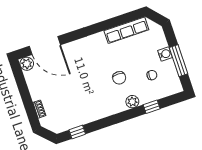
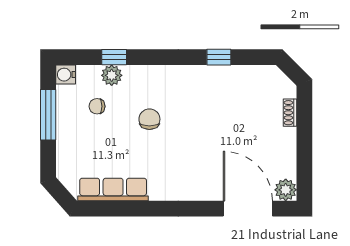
water cooler: (165, 54) -> (66, 75), moved
plant: (132, 102) -> (112, 75), moved
window: (77, 132) -> (219, 57), moved

